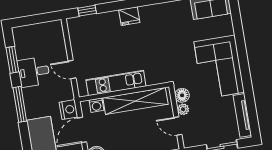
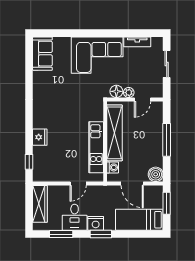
fridge: (129, 16) -> (40, 137), moved
wardrobe: (42, 31) -> (40, 204), added
window: (20, 104) -> (101, 234), width x0.69
nightstand: (68, 110) -> (96, 223), moved, turned 180
tv unit: (242, 115) -> (137, 42), width x0.71

